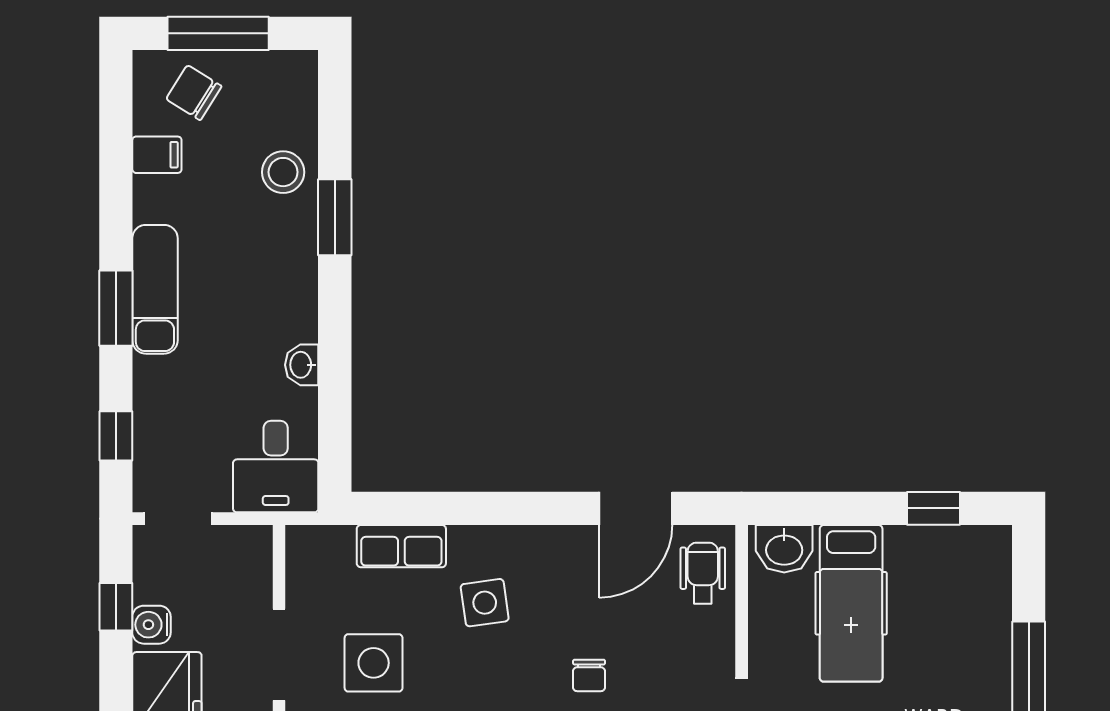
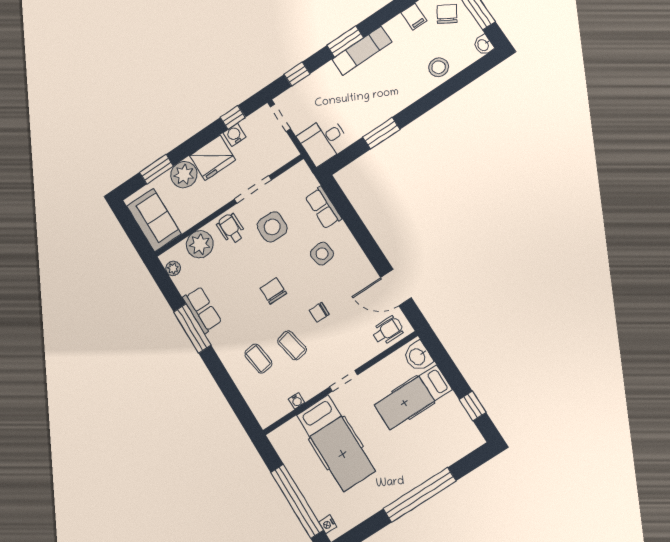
window: (335, 217) -> (381, 133), moved
washbasin: (302, 365) -> (483, 45), moved, turned -90

